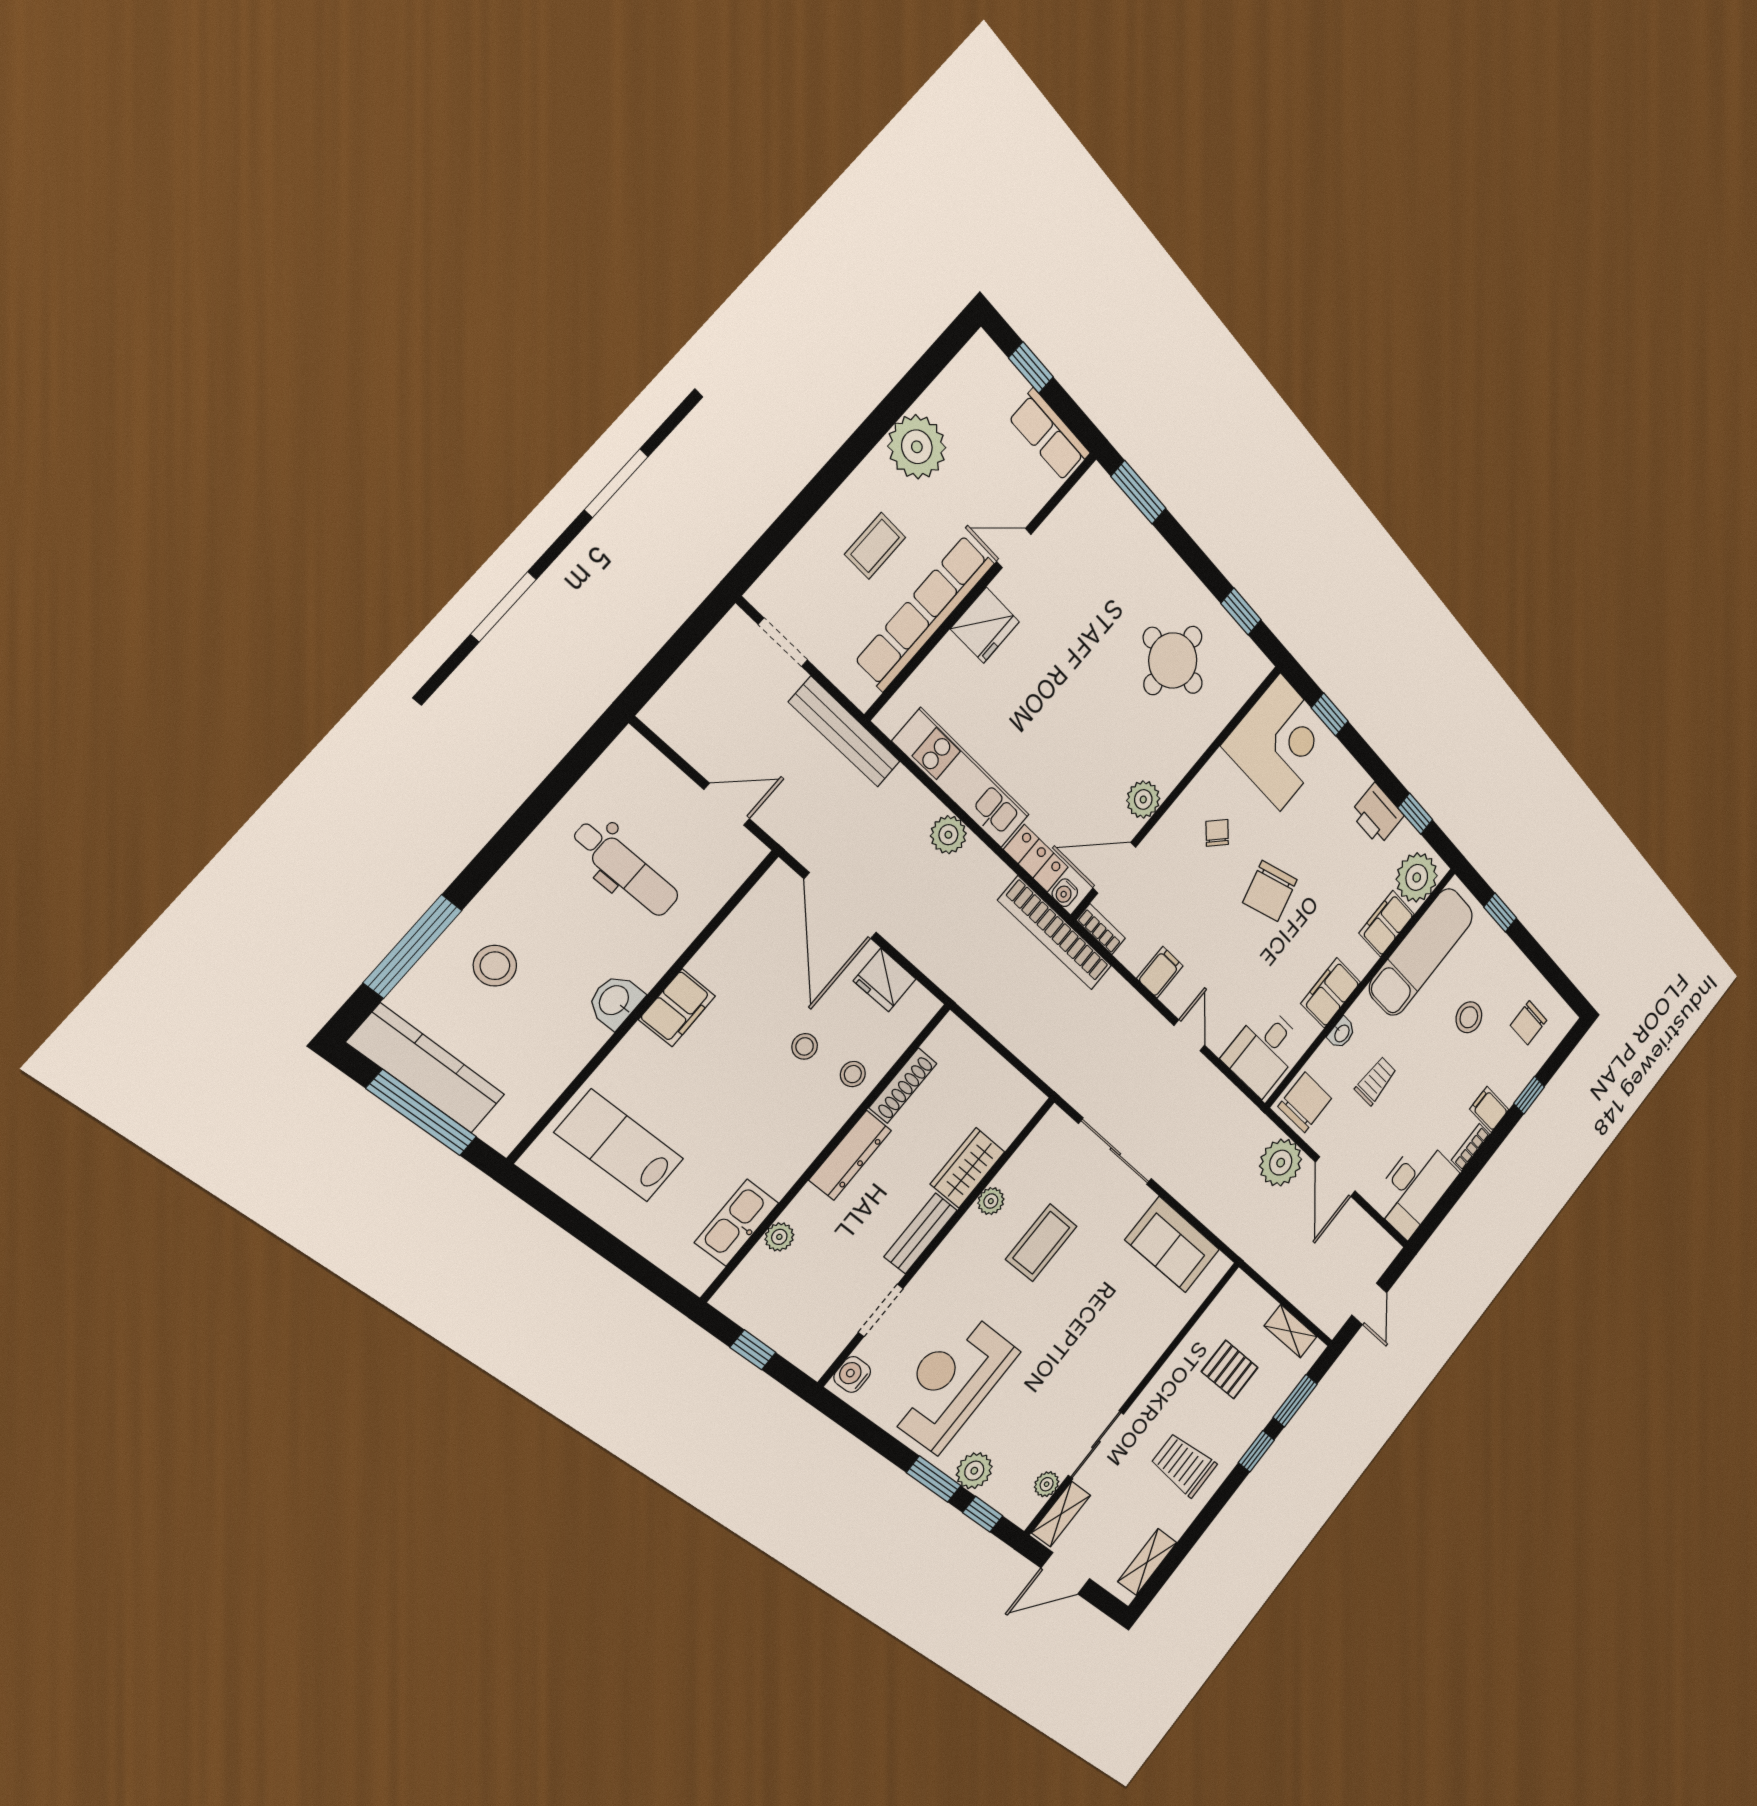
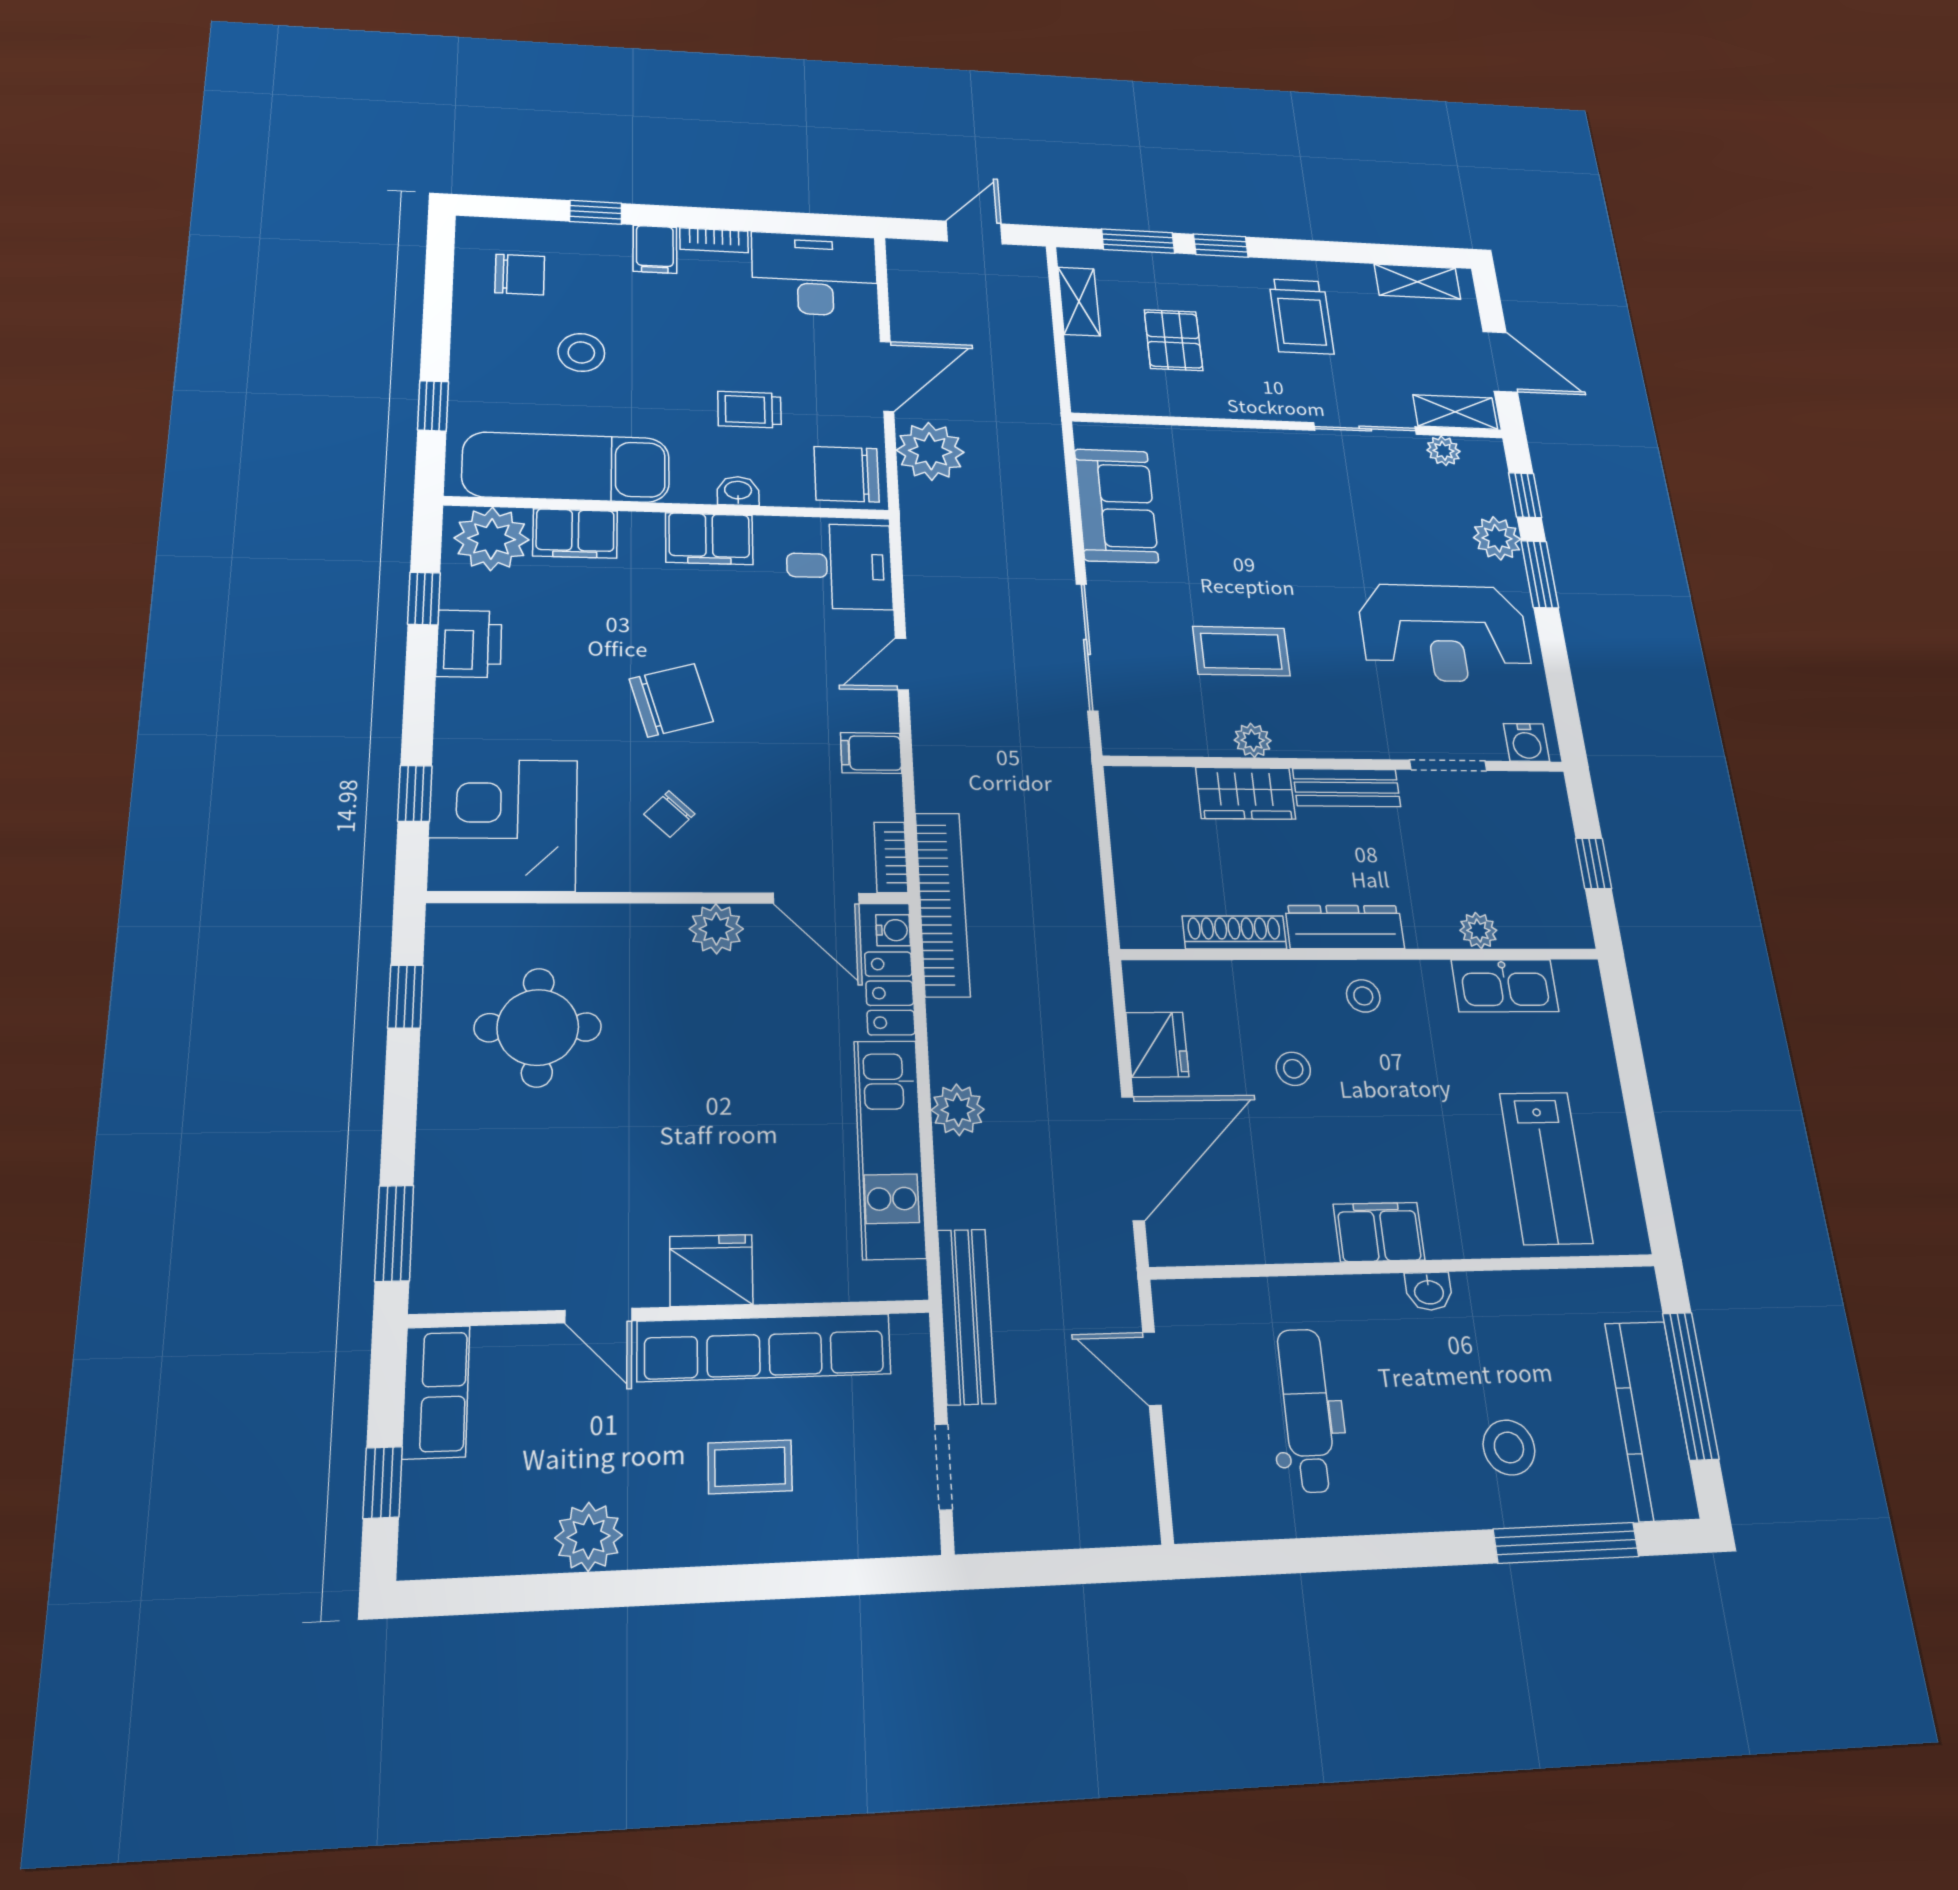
plant: (917, 447) -> (589, 1537), width x0.73, depth x0.73
washbasin: (615, 1001) -> (1429, 1291), width x0.72, depth x0.69
stool: (853, 1074) -> (1363, 996), moved

